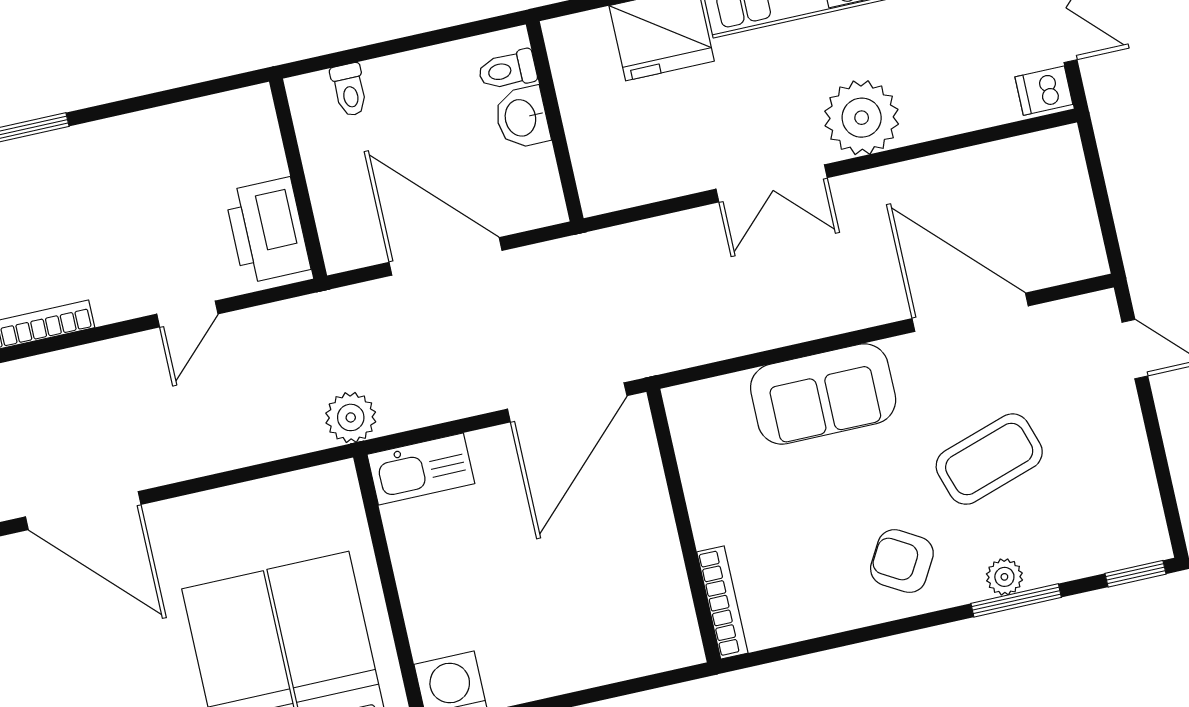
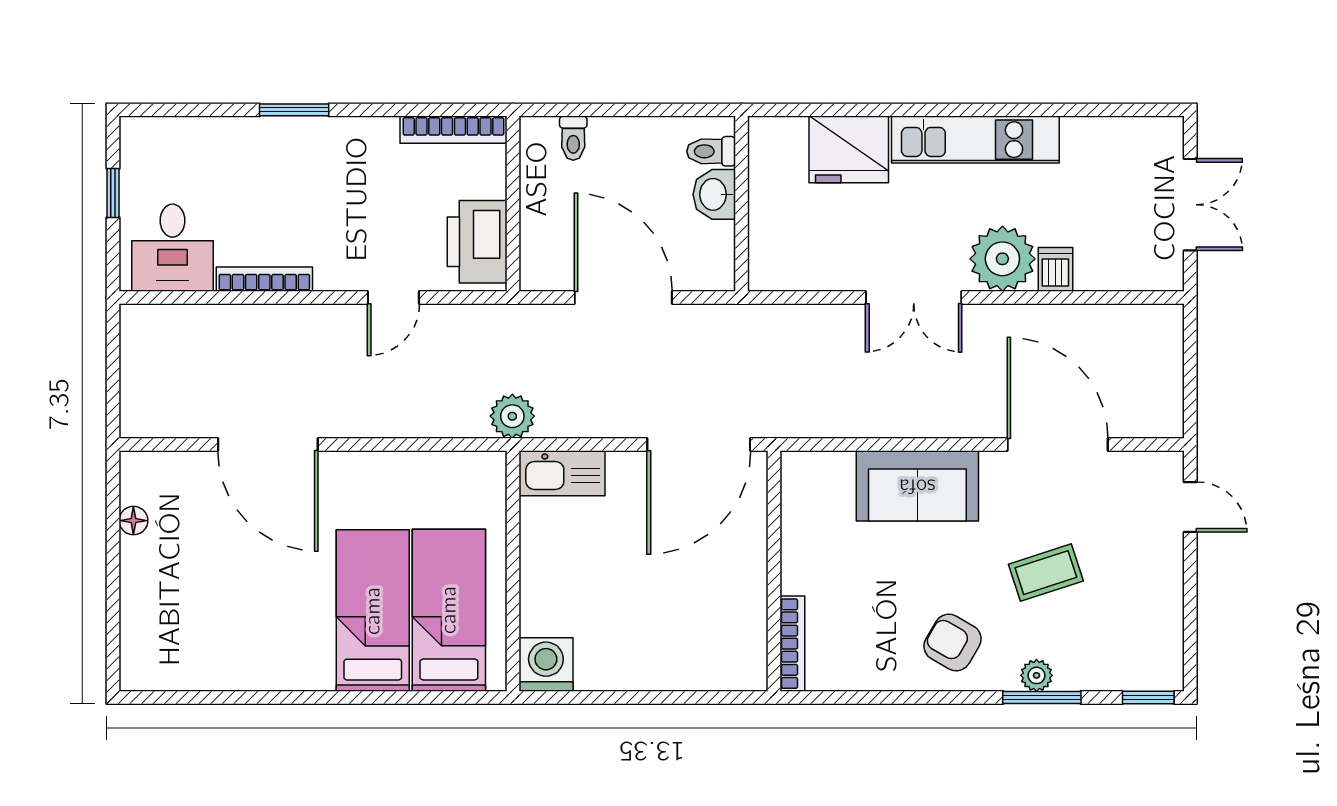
dishwasher: (1044, 91) -> (1055, 269), moved, turned 90
bookcase: (213, 110) -> (453, 130), added
coffee table: (989, 459) -> (1046, 573), width x0.73, depth x0.77

